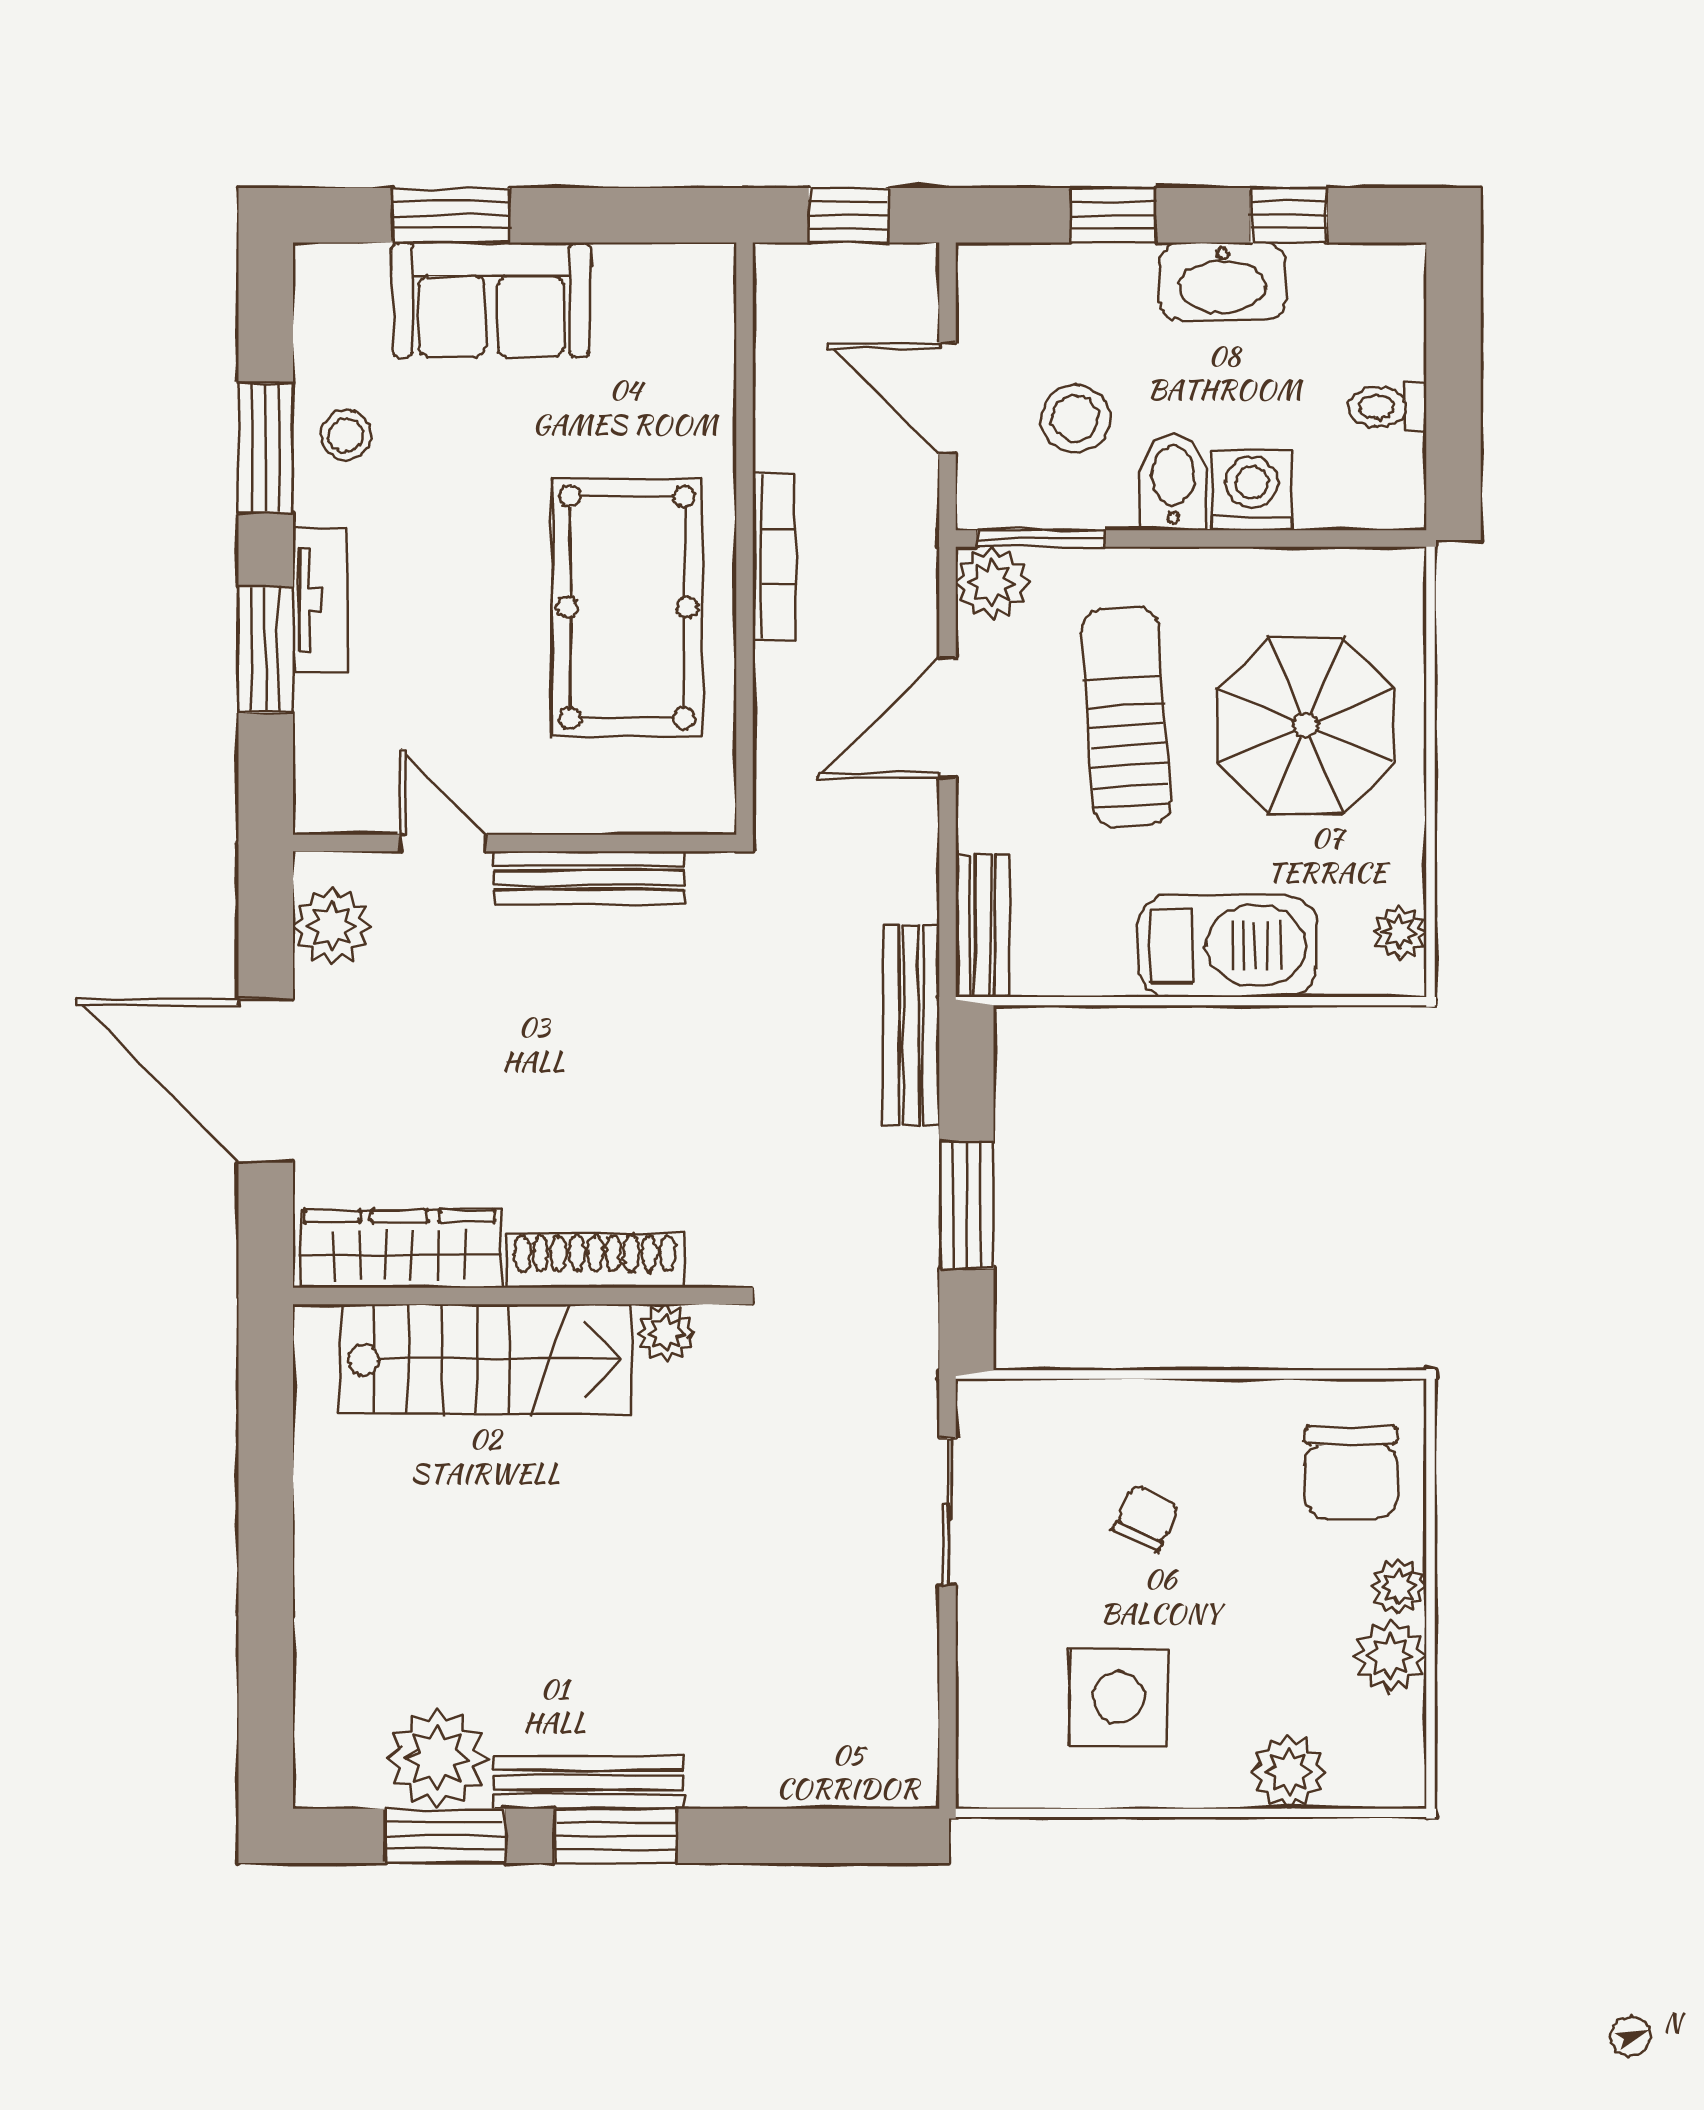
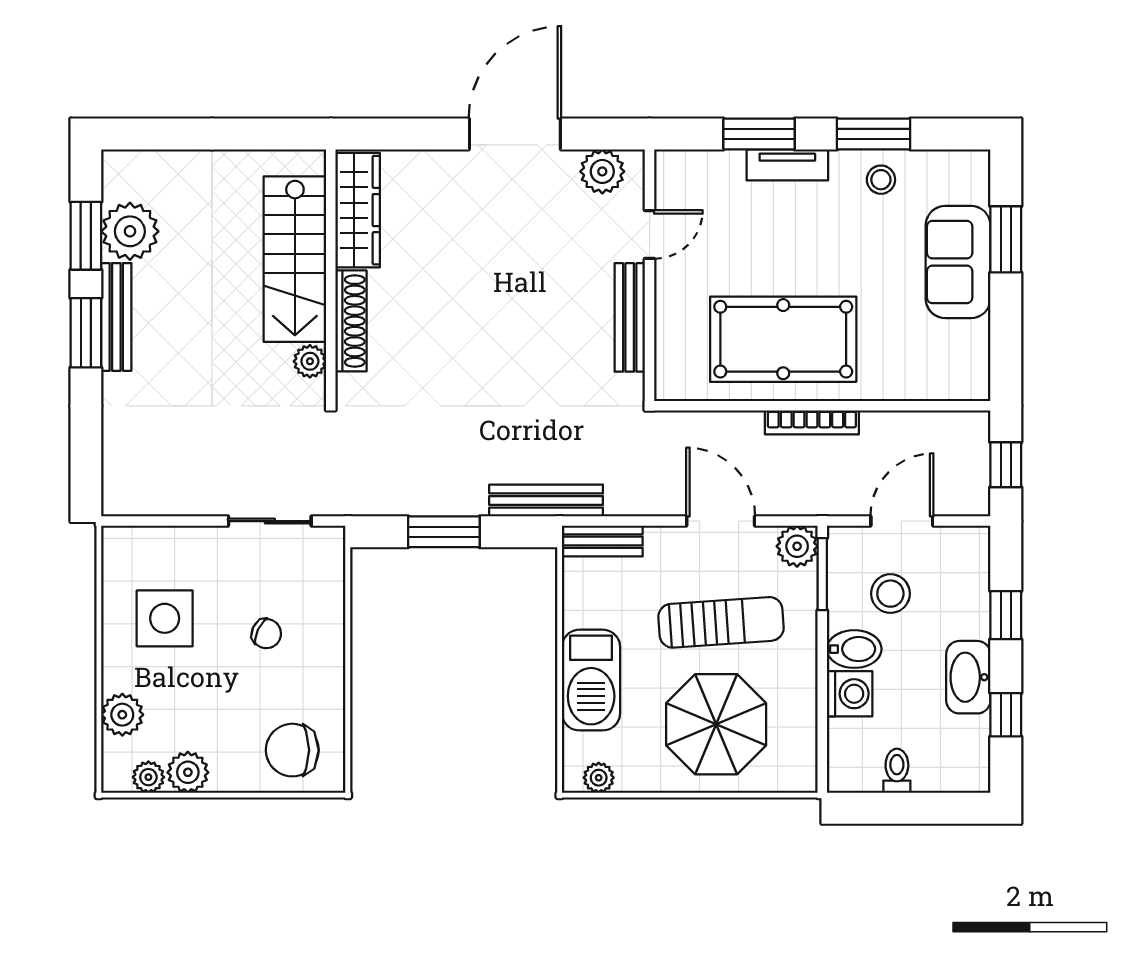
wardrobe: (400, 1249) -> (358, 210), moved
shoe rack: (595, 1260) -> (351, 321), moved
wall: (515, 1296) -> (331, 275), moved
plant: (666, 1333) -> (310, 361), moved
stairs: (486, 1359) -> (295, 259), moved
plant: (1399, 1587) -> (148, 777), moved

